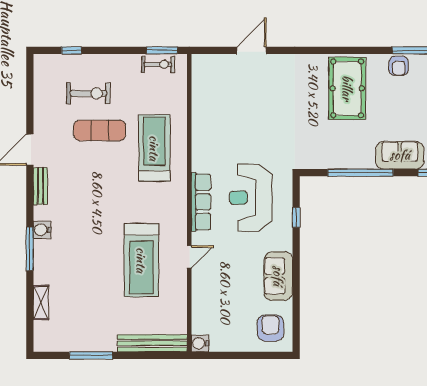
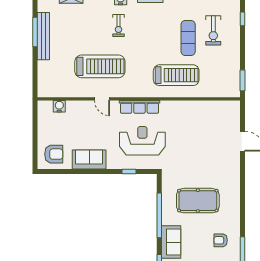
exercise bike: (158, 64) -> (119, 25), moved
armchair: (399, 66) -> (221, 240), moved
pool table: (347, 88) -> (198, 201), moved
treadmill: (141, 260) -> (100, 66), turned 180
bench: (152, 343) -> (43, 36), moved
water cooler: (200, 343) -> (59, 106), moved

